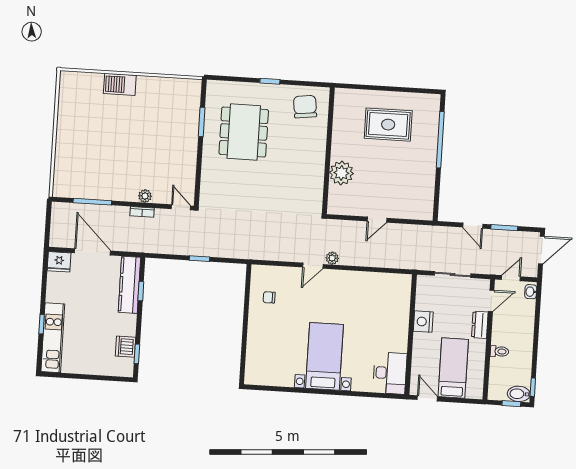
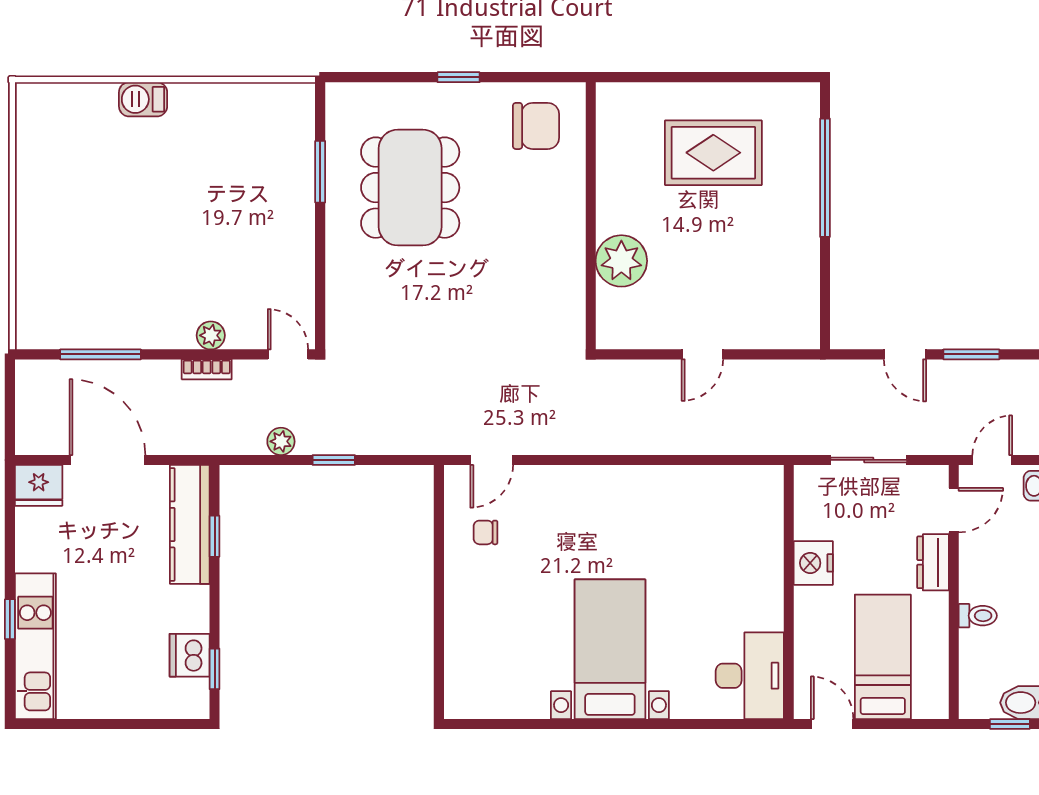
barbecue: (120, 84) -> (143, 99), width x0.73, depth x0.79
chair: (305, 107) -> (536, 126), turned 97
plant: (332, 258) -> (281, 441), moved
door: (313, 266) -> (492, 460), moved

